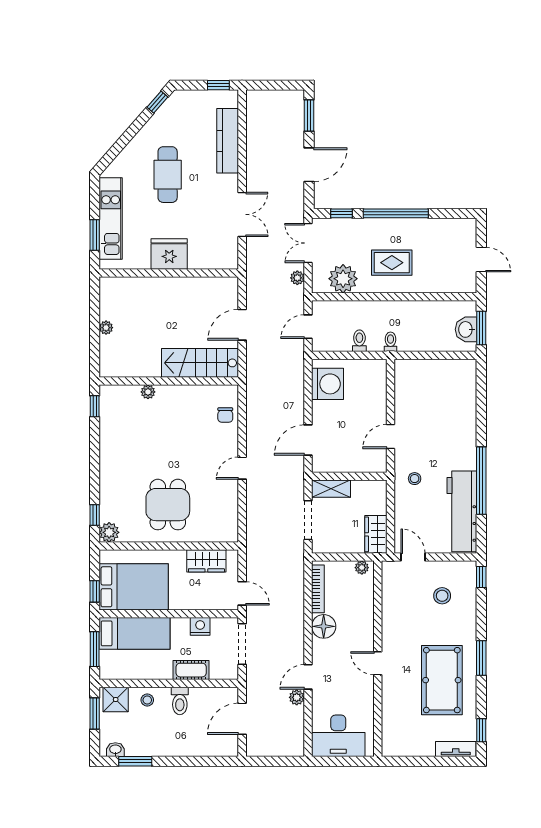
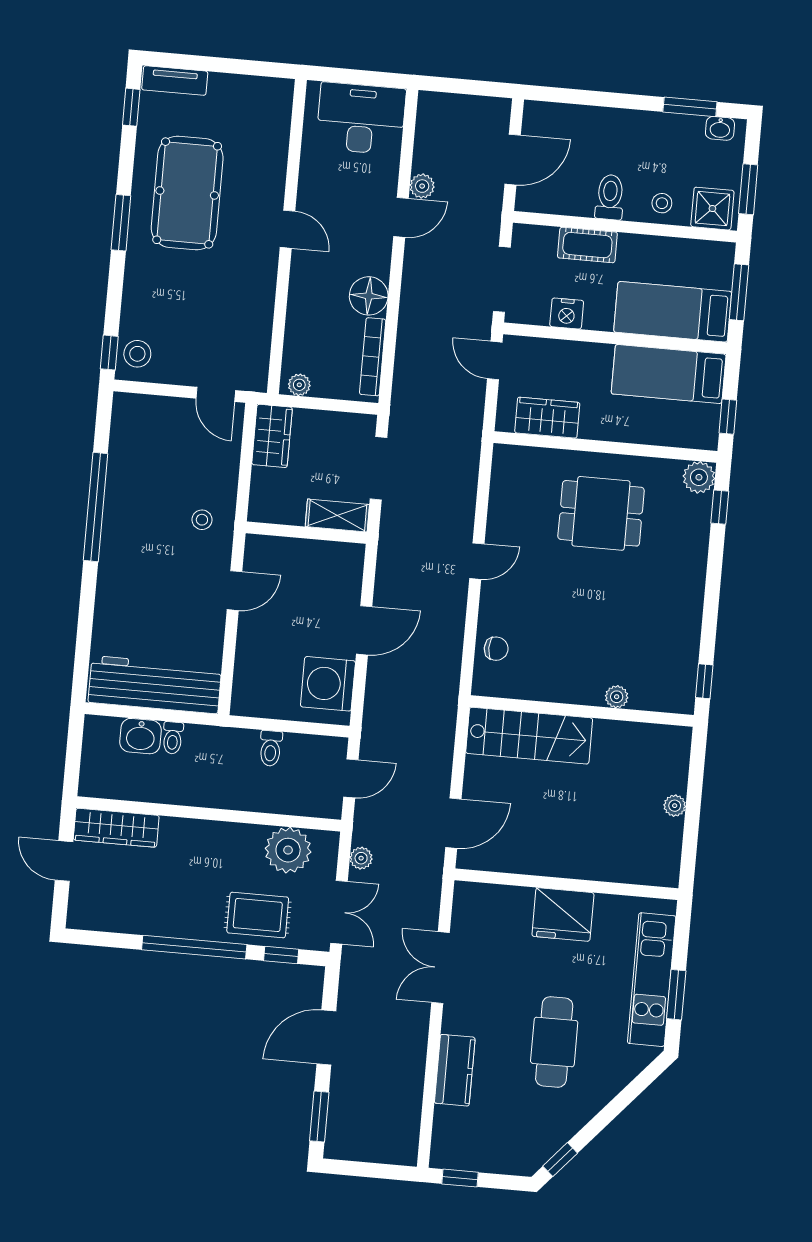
kitchen counter: (228, 141) -> (455, 1070), width x0.67
window: (95, 235) -> (676, 995), moved
rug: (392, 263) -> (258, 915), moved
wardrobe: (451, 283) -> (116, 828), added
door: (242, 325) -> (453, 823), moved
window: (481, 328) -> (74, 751), removed
washbasin: (466, 329) -> (141, 736), moved, turned 90
toilet: (391, 342) -> (173, 738), moved
chair: (225, 415) -> (496, 649), turned 90
door: (308, 440) -> (364, 630), moved
dining table: (168, 505) -> (601, 513), turned 90
workbench: (462, 511) -> (155, 685), moved, turned -90
bed: (134, 587) -> (669, 374), width x0.67
window: (95, 591) -> (728, 417), moved
stool: (442, 596) -> (137, 354), moved

